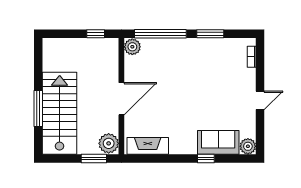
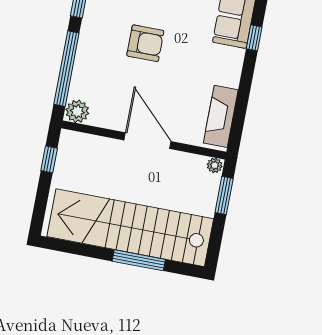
armchair: (188, 85) -> (145, 43), added
stairs: (60, 113) -> (130, 228), width x1.36
plant: (109, 143) -> (215, 165), width x0.53, depth x0.53

